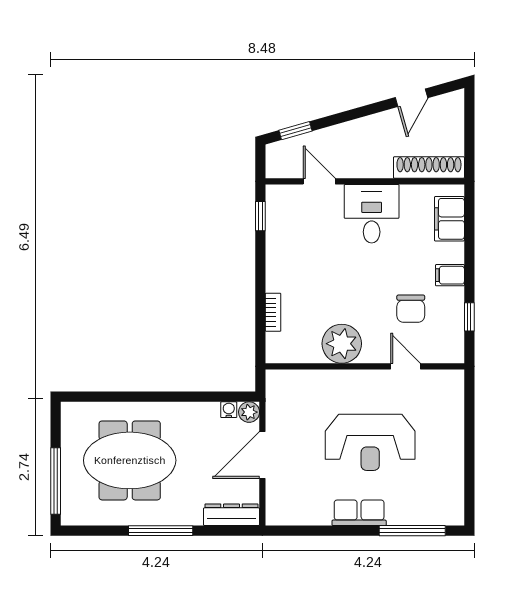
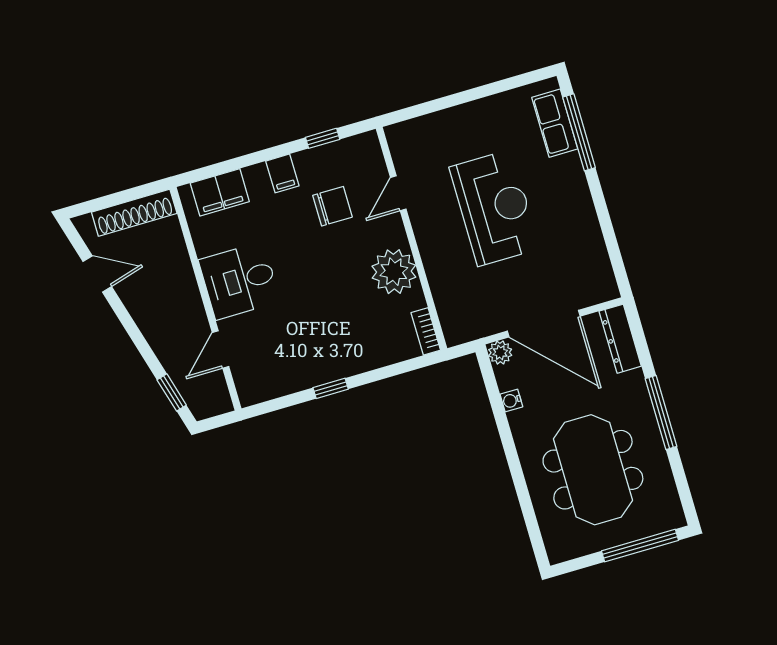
shoe rack: (429, 167) -> (134, 213), moved, turned -90
window: (260, 216) -> (331, 388), moved
bookcase: (273, 312) -> (426, 331), moved, turned -90
water cooler: (229, 410) -> (511, 401), moved
door: (262, 455) -> (544, 324), width x1.36
row of seats: (359, 513) -> (555, 123), moved

